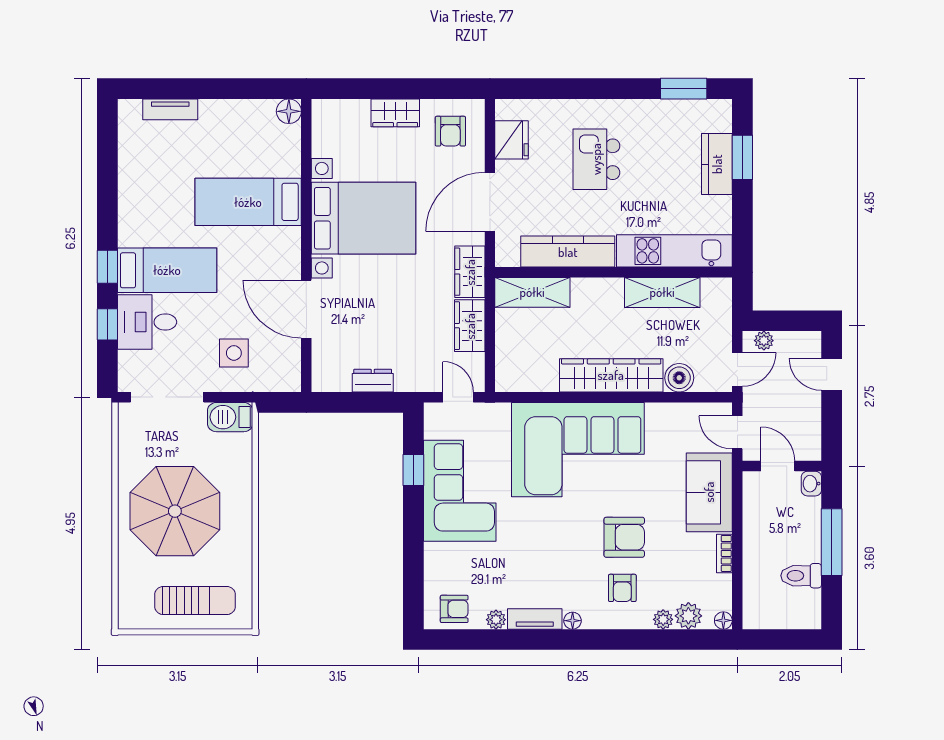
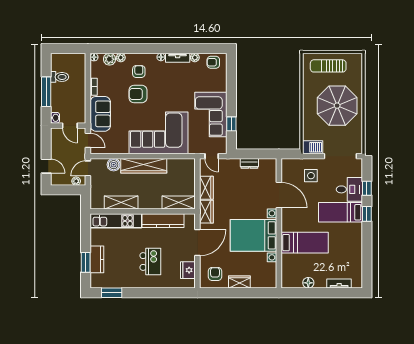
floor lamp: (289, 111) -> (308, 283), moved

